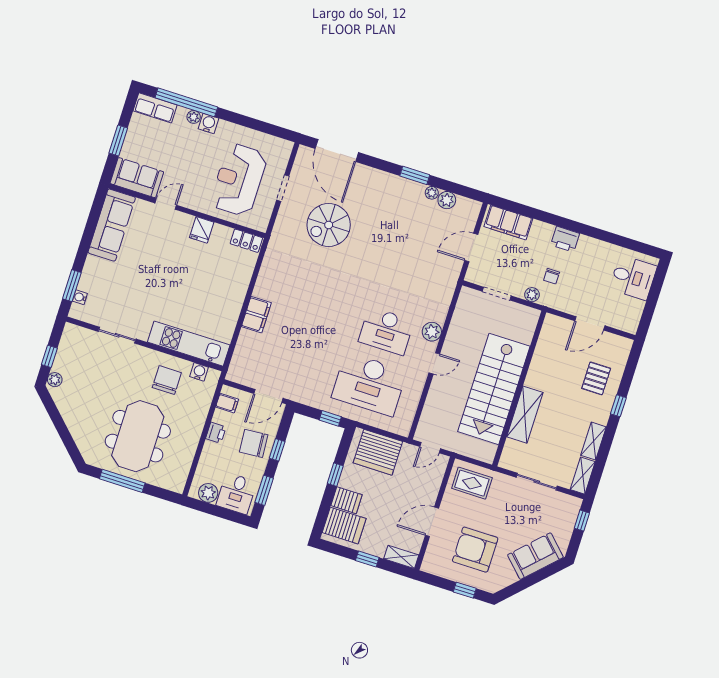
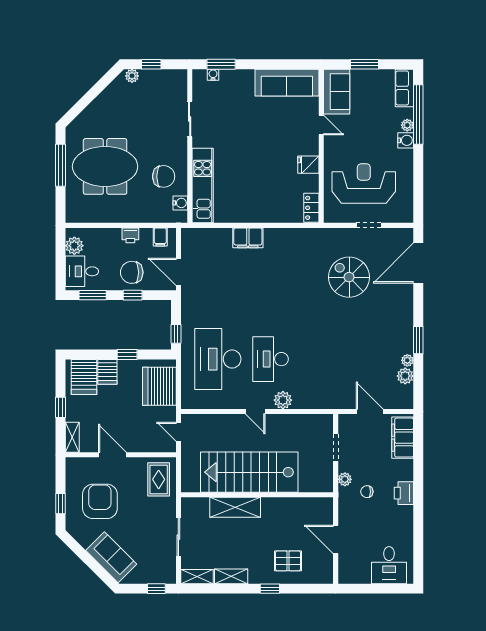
chair: (254, 443) -> (132, 272), turned -86

